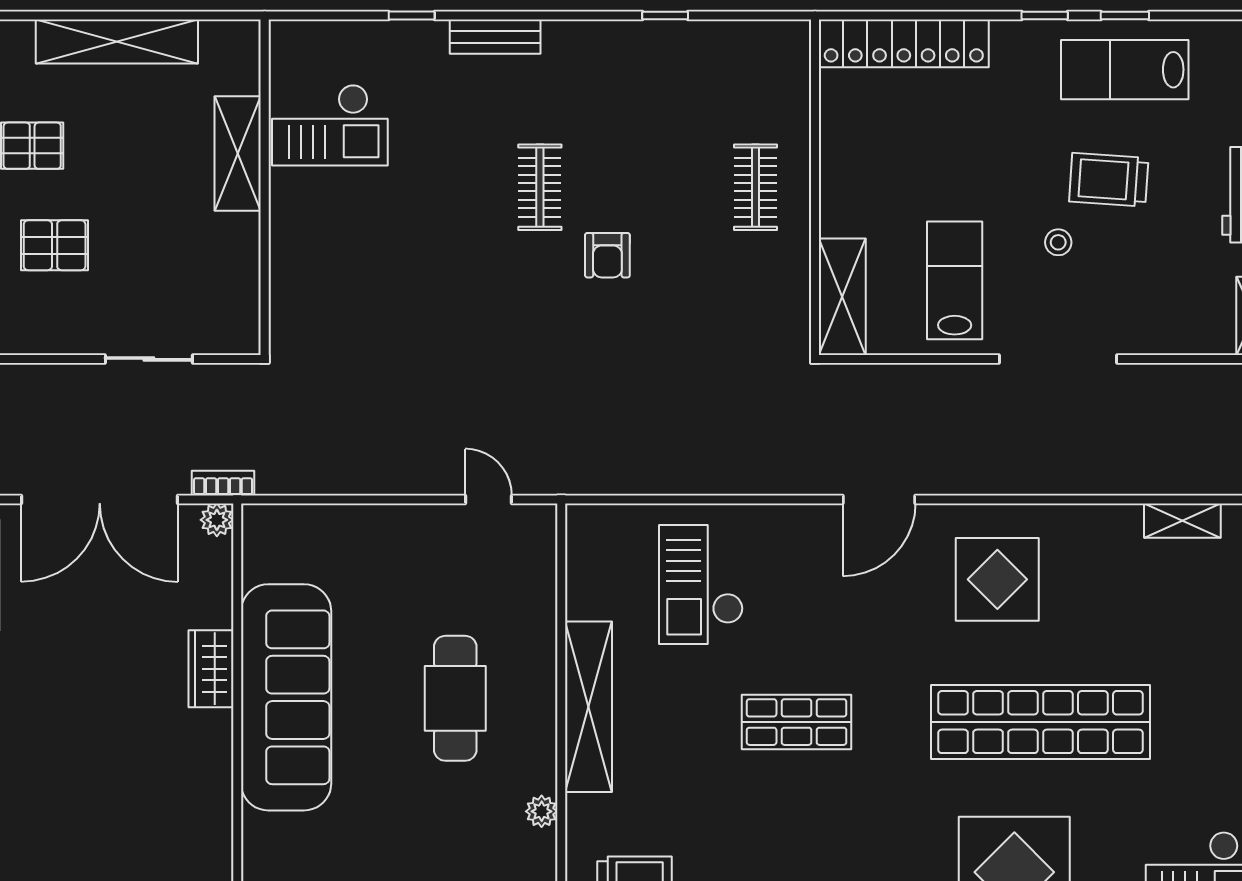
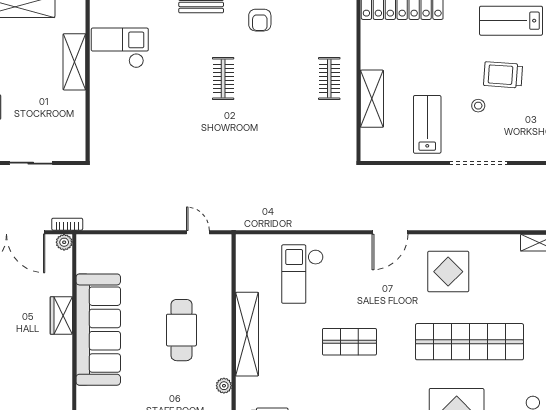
checkout: (330, 125) -> (120, 48), turned 180
armchair: (607, 255) -> (260, 20), moved
shelving: (842, 297) -> (372, 99), moved

